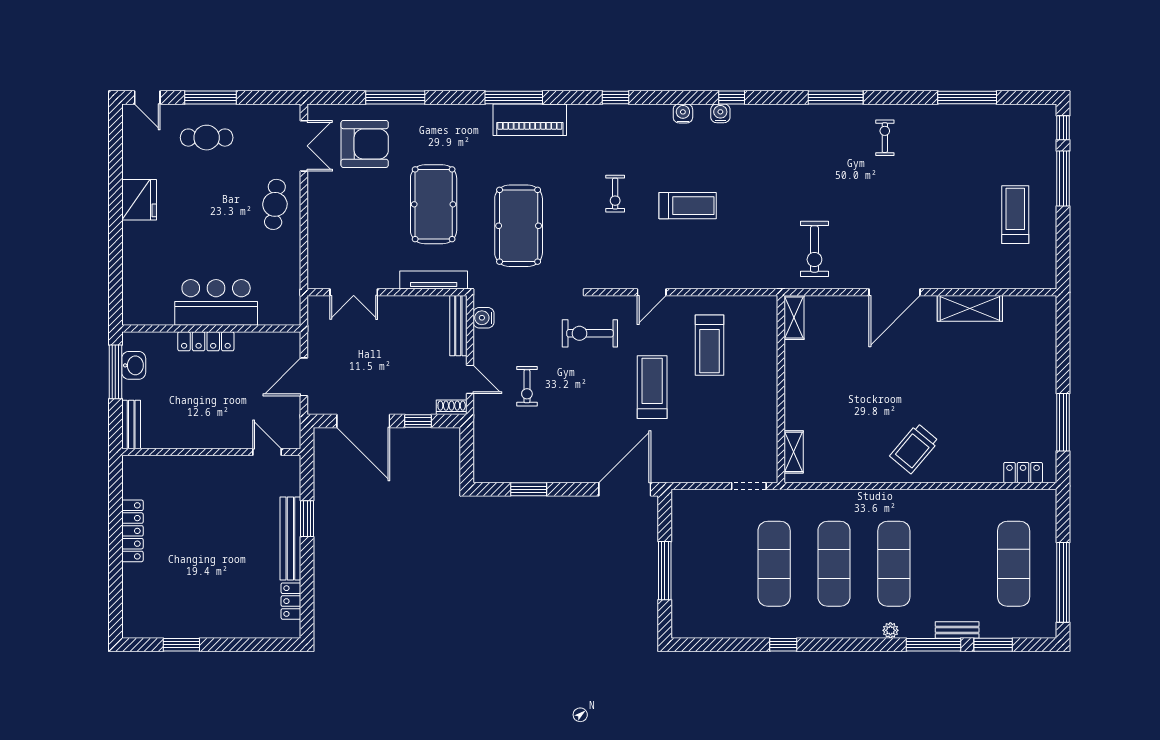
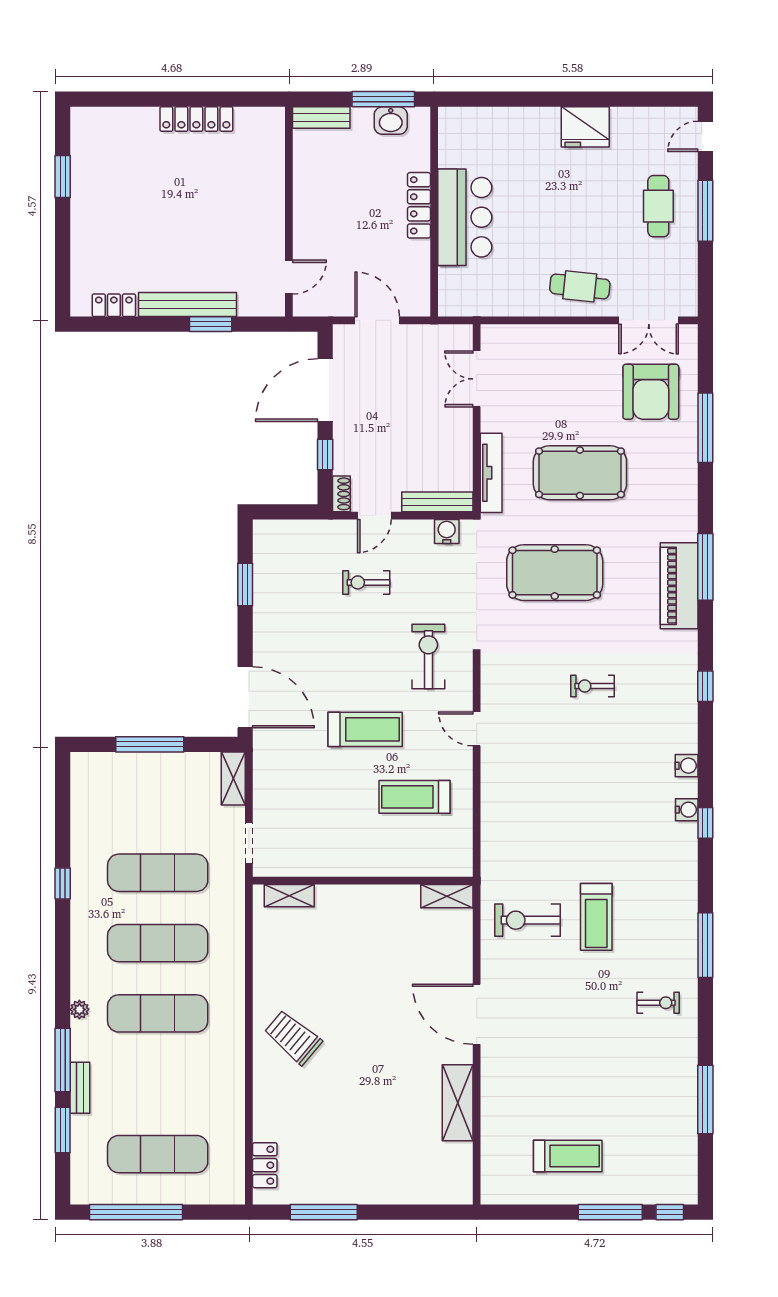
treadmill: (688, 206) -> (596, 917), moved
shelving: (694, 499) -> (233, 778), added

